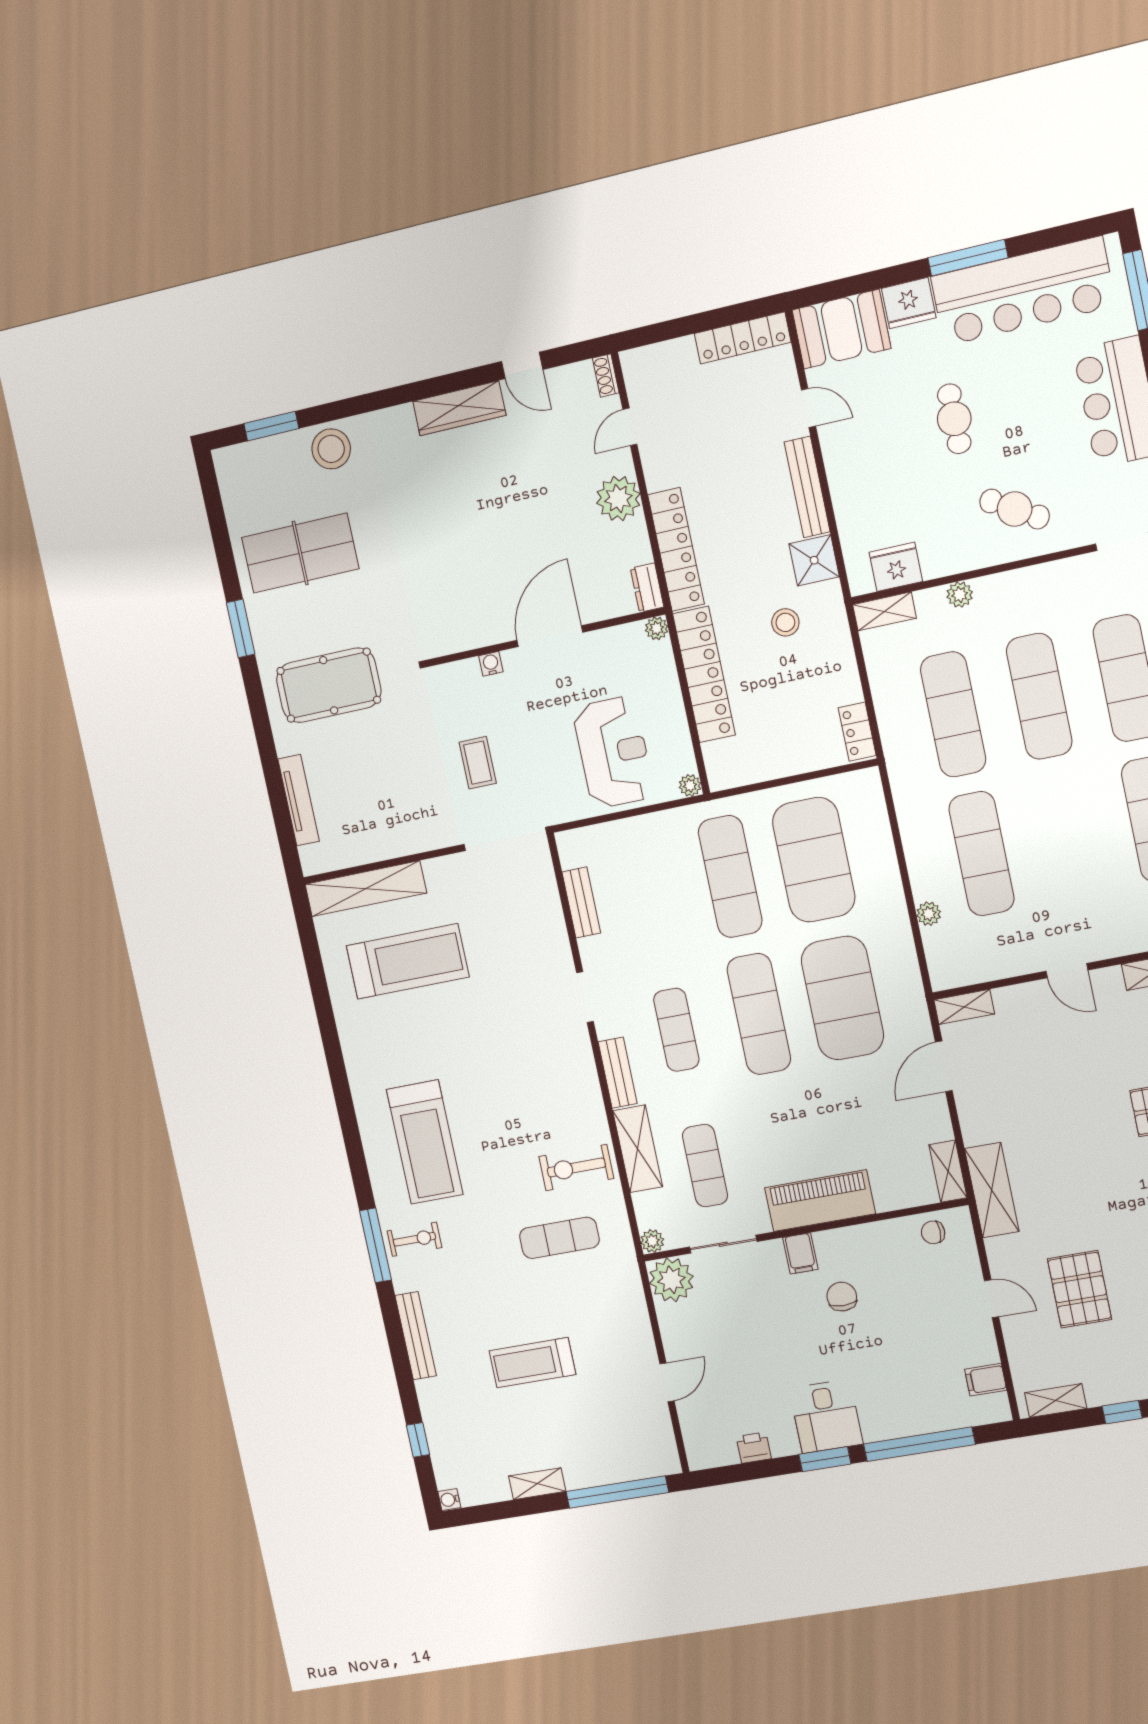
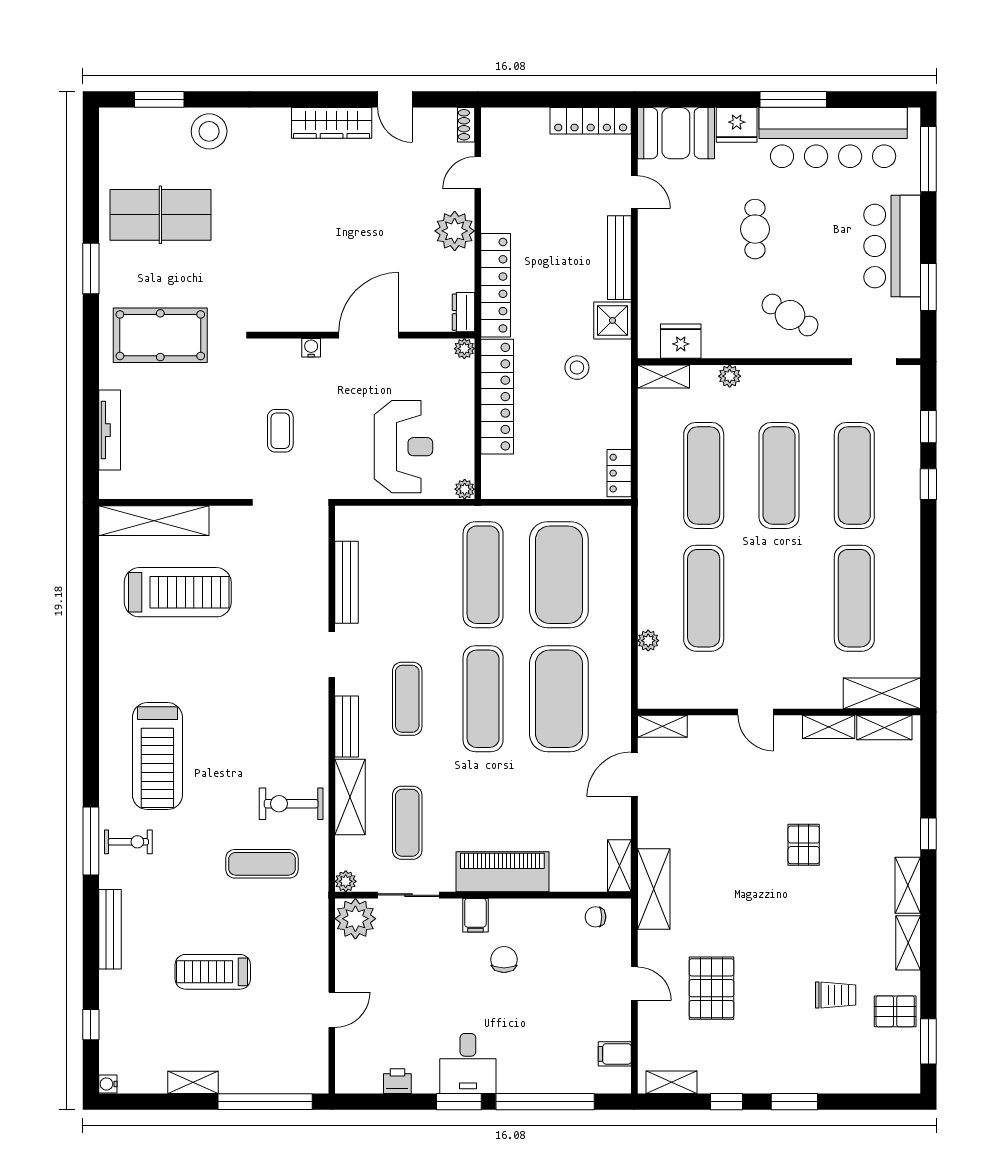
bench: (581, 902) -> (346, 582), width x1.36

